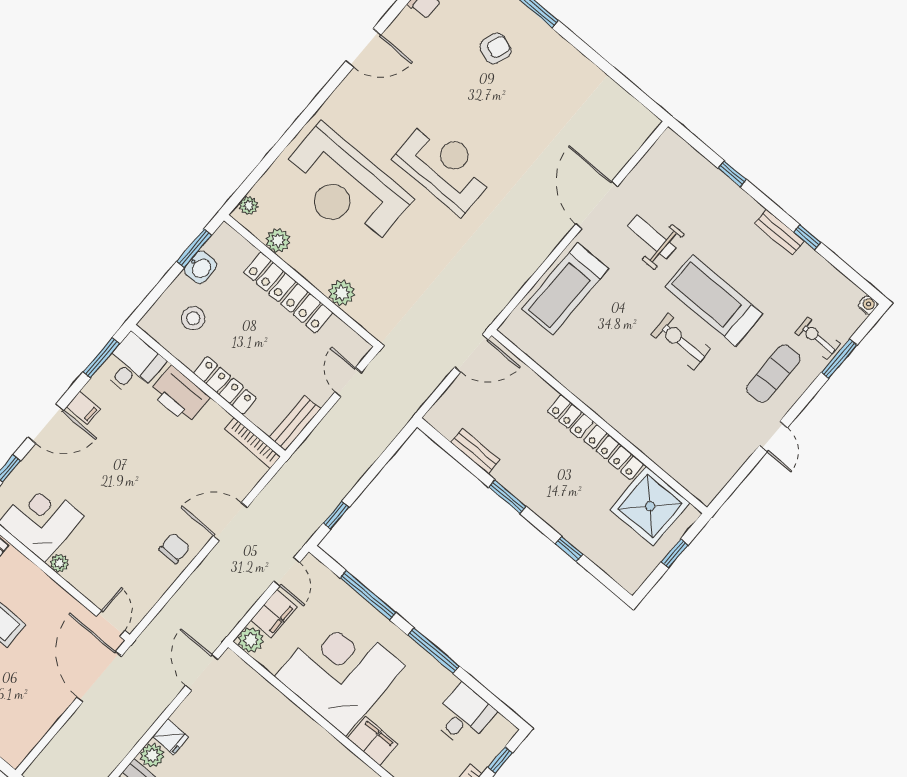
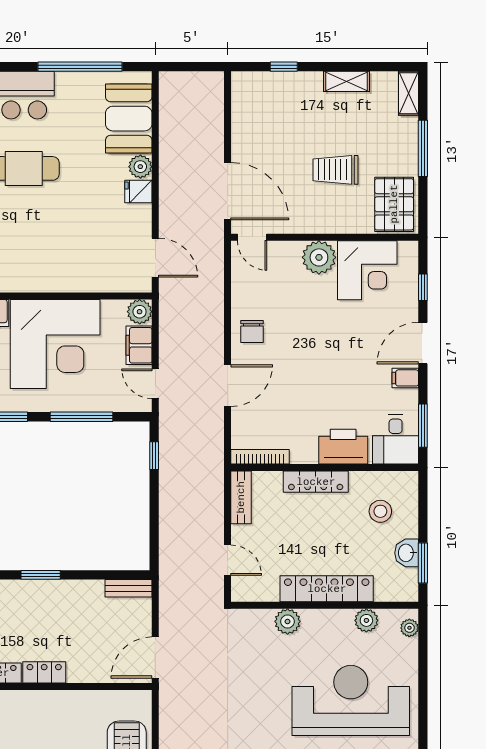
bench: (475, 451) -> (128, 588), moved
plant: (59, 563) -> (319, 257), width x1.87, depth x1.87

